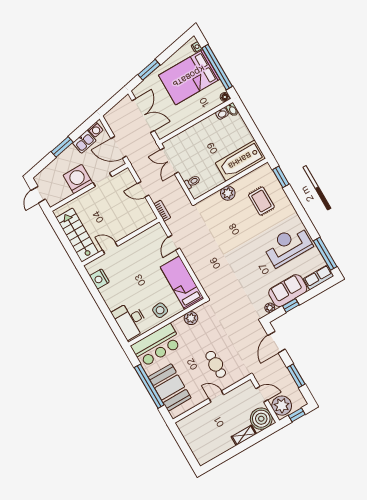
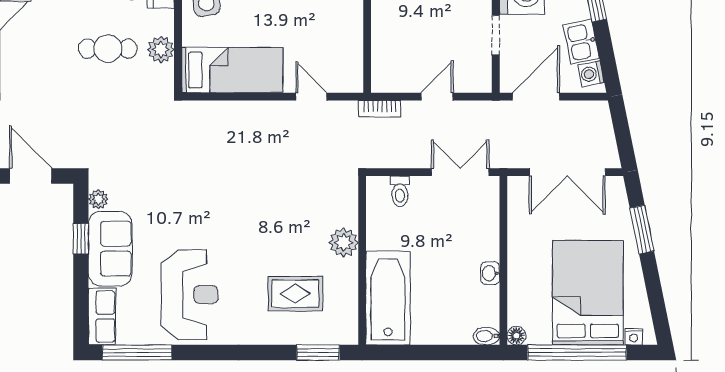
washbasin: (222, 114) -> (490, 273), moved
cafe table: (216, 364) -> (108, 49), moved

